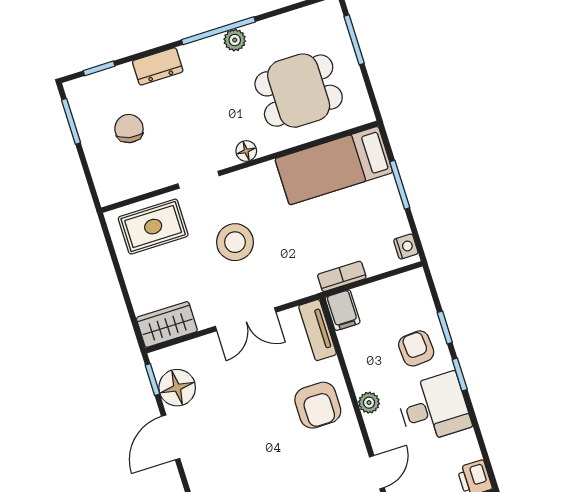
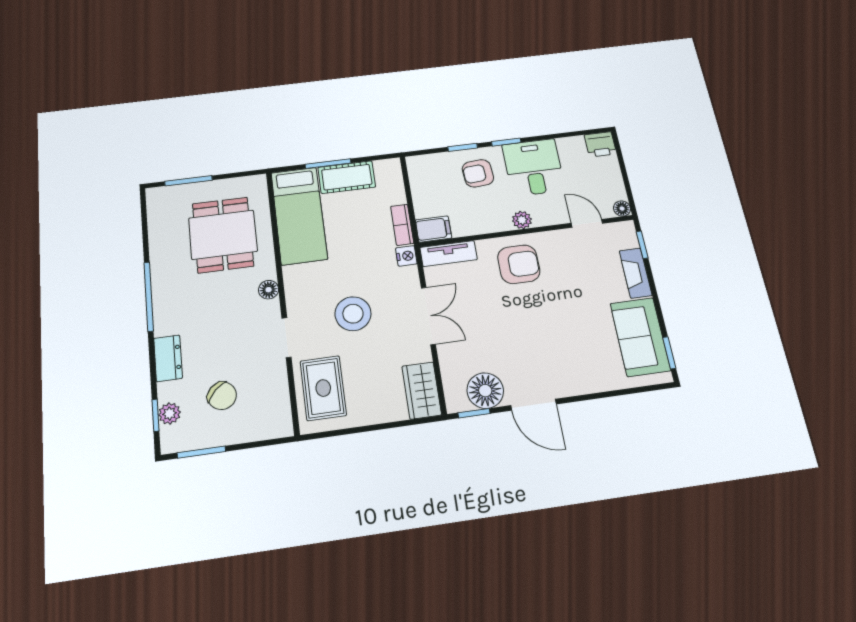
plant: (235, 40) -> (170, 414), moved
chair: (129, 129) -> (222, 396), turned -146
cot: (387, 208) -> (347, 177), added
nightstand: (406, 246) -> (406, 256), moved, turned 90

